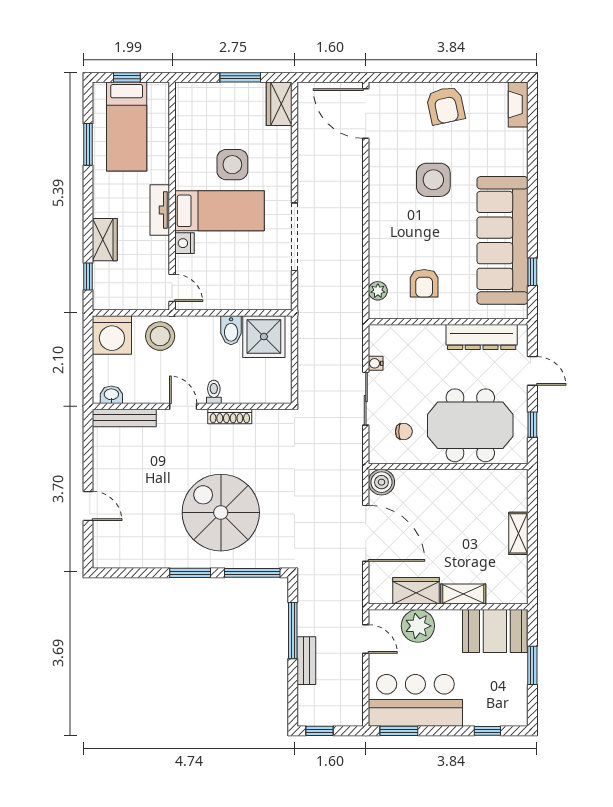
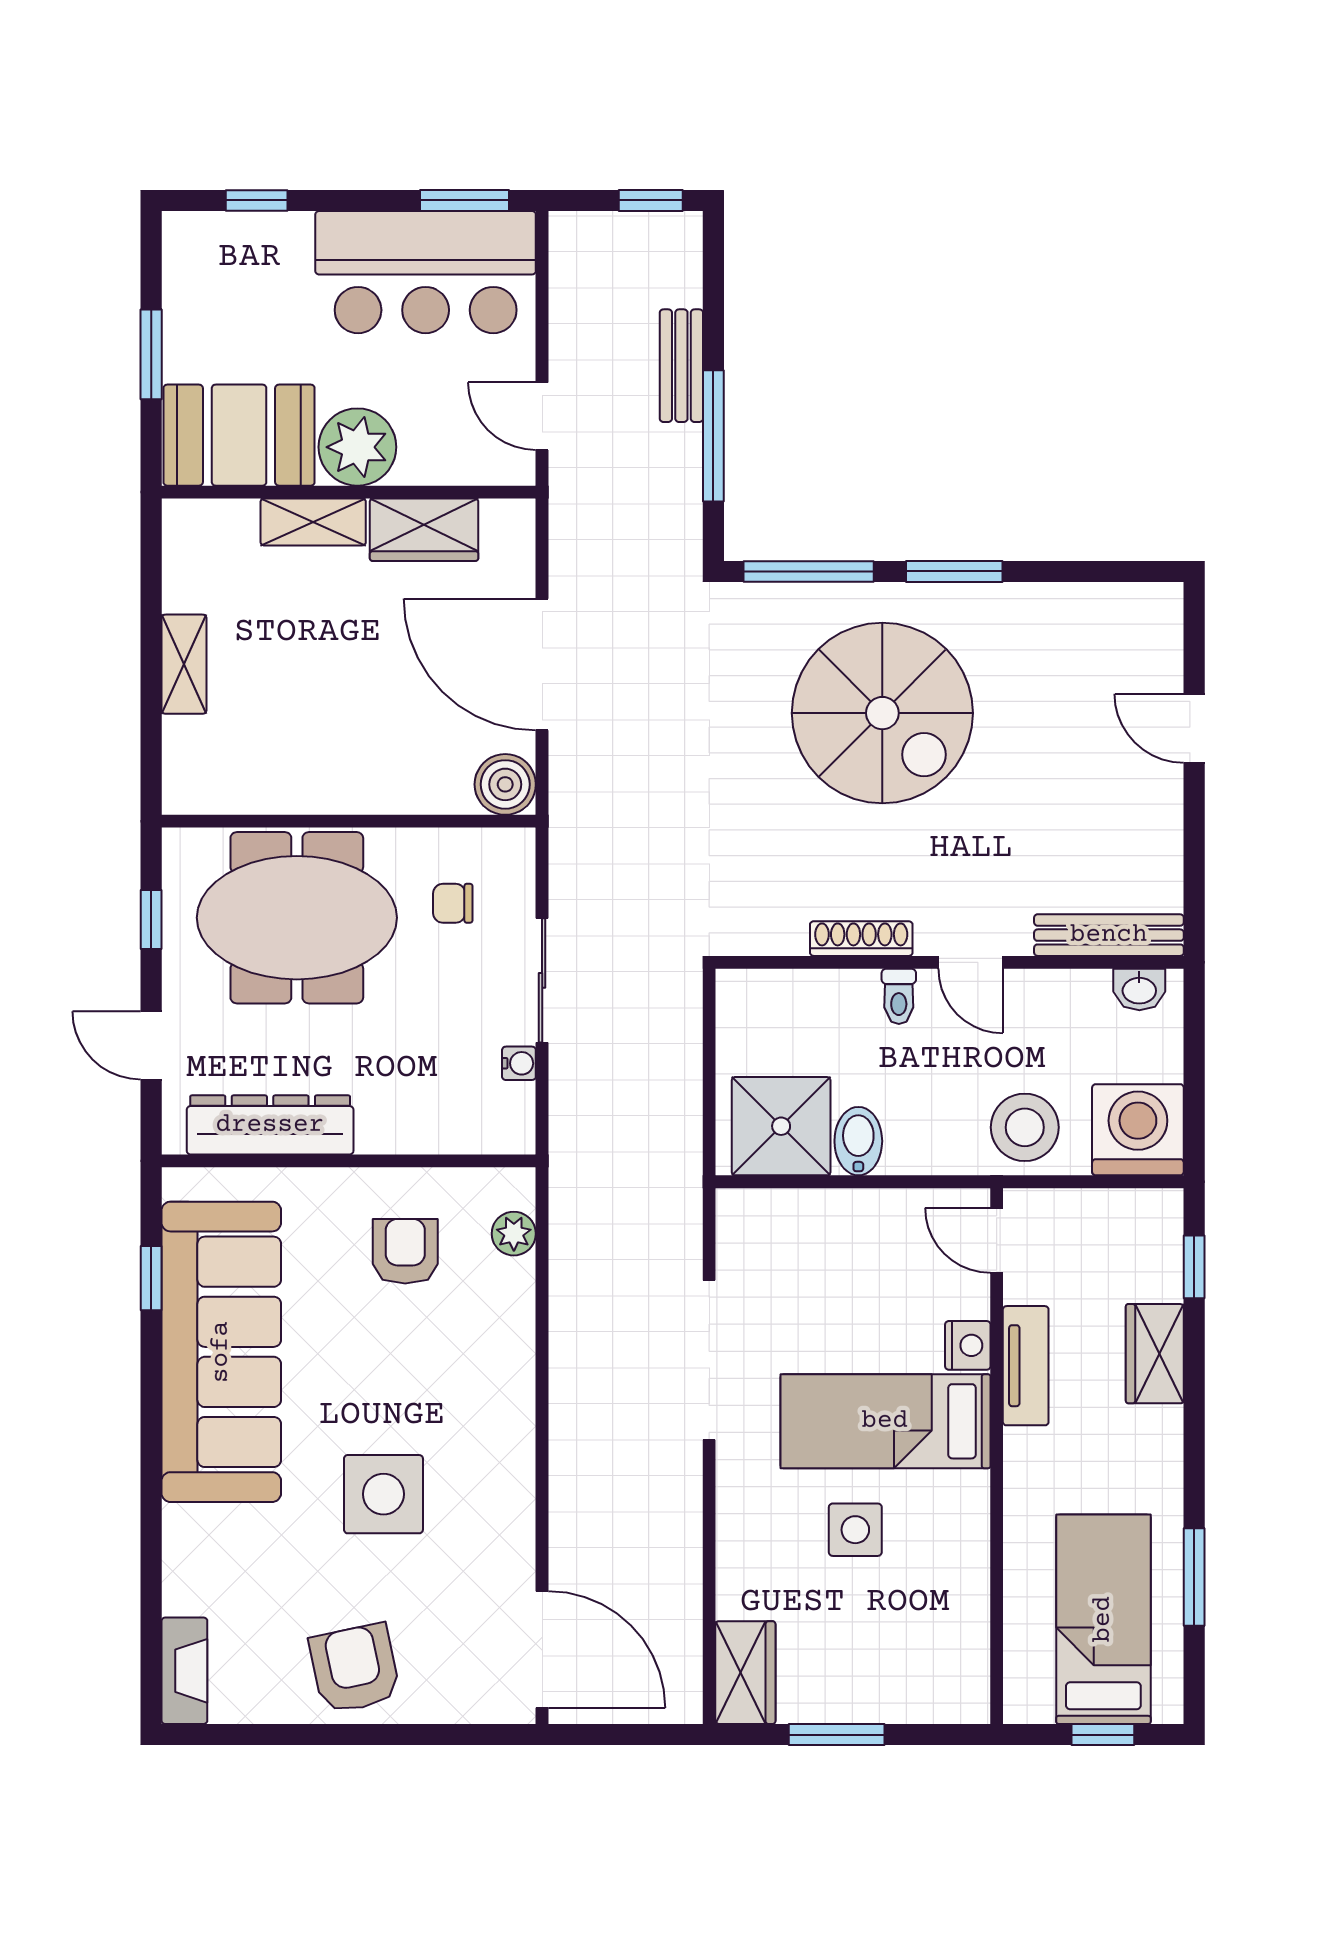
side table: (232, 165) -> (855, 1530), width x0.73, depth x0.73
tv unit: (160, 210) -> (1026, 1366), moved
plant: (418, 626) -> (357, 447), moved

